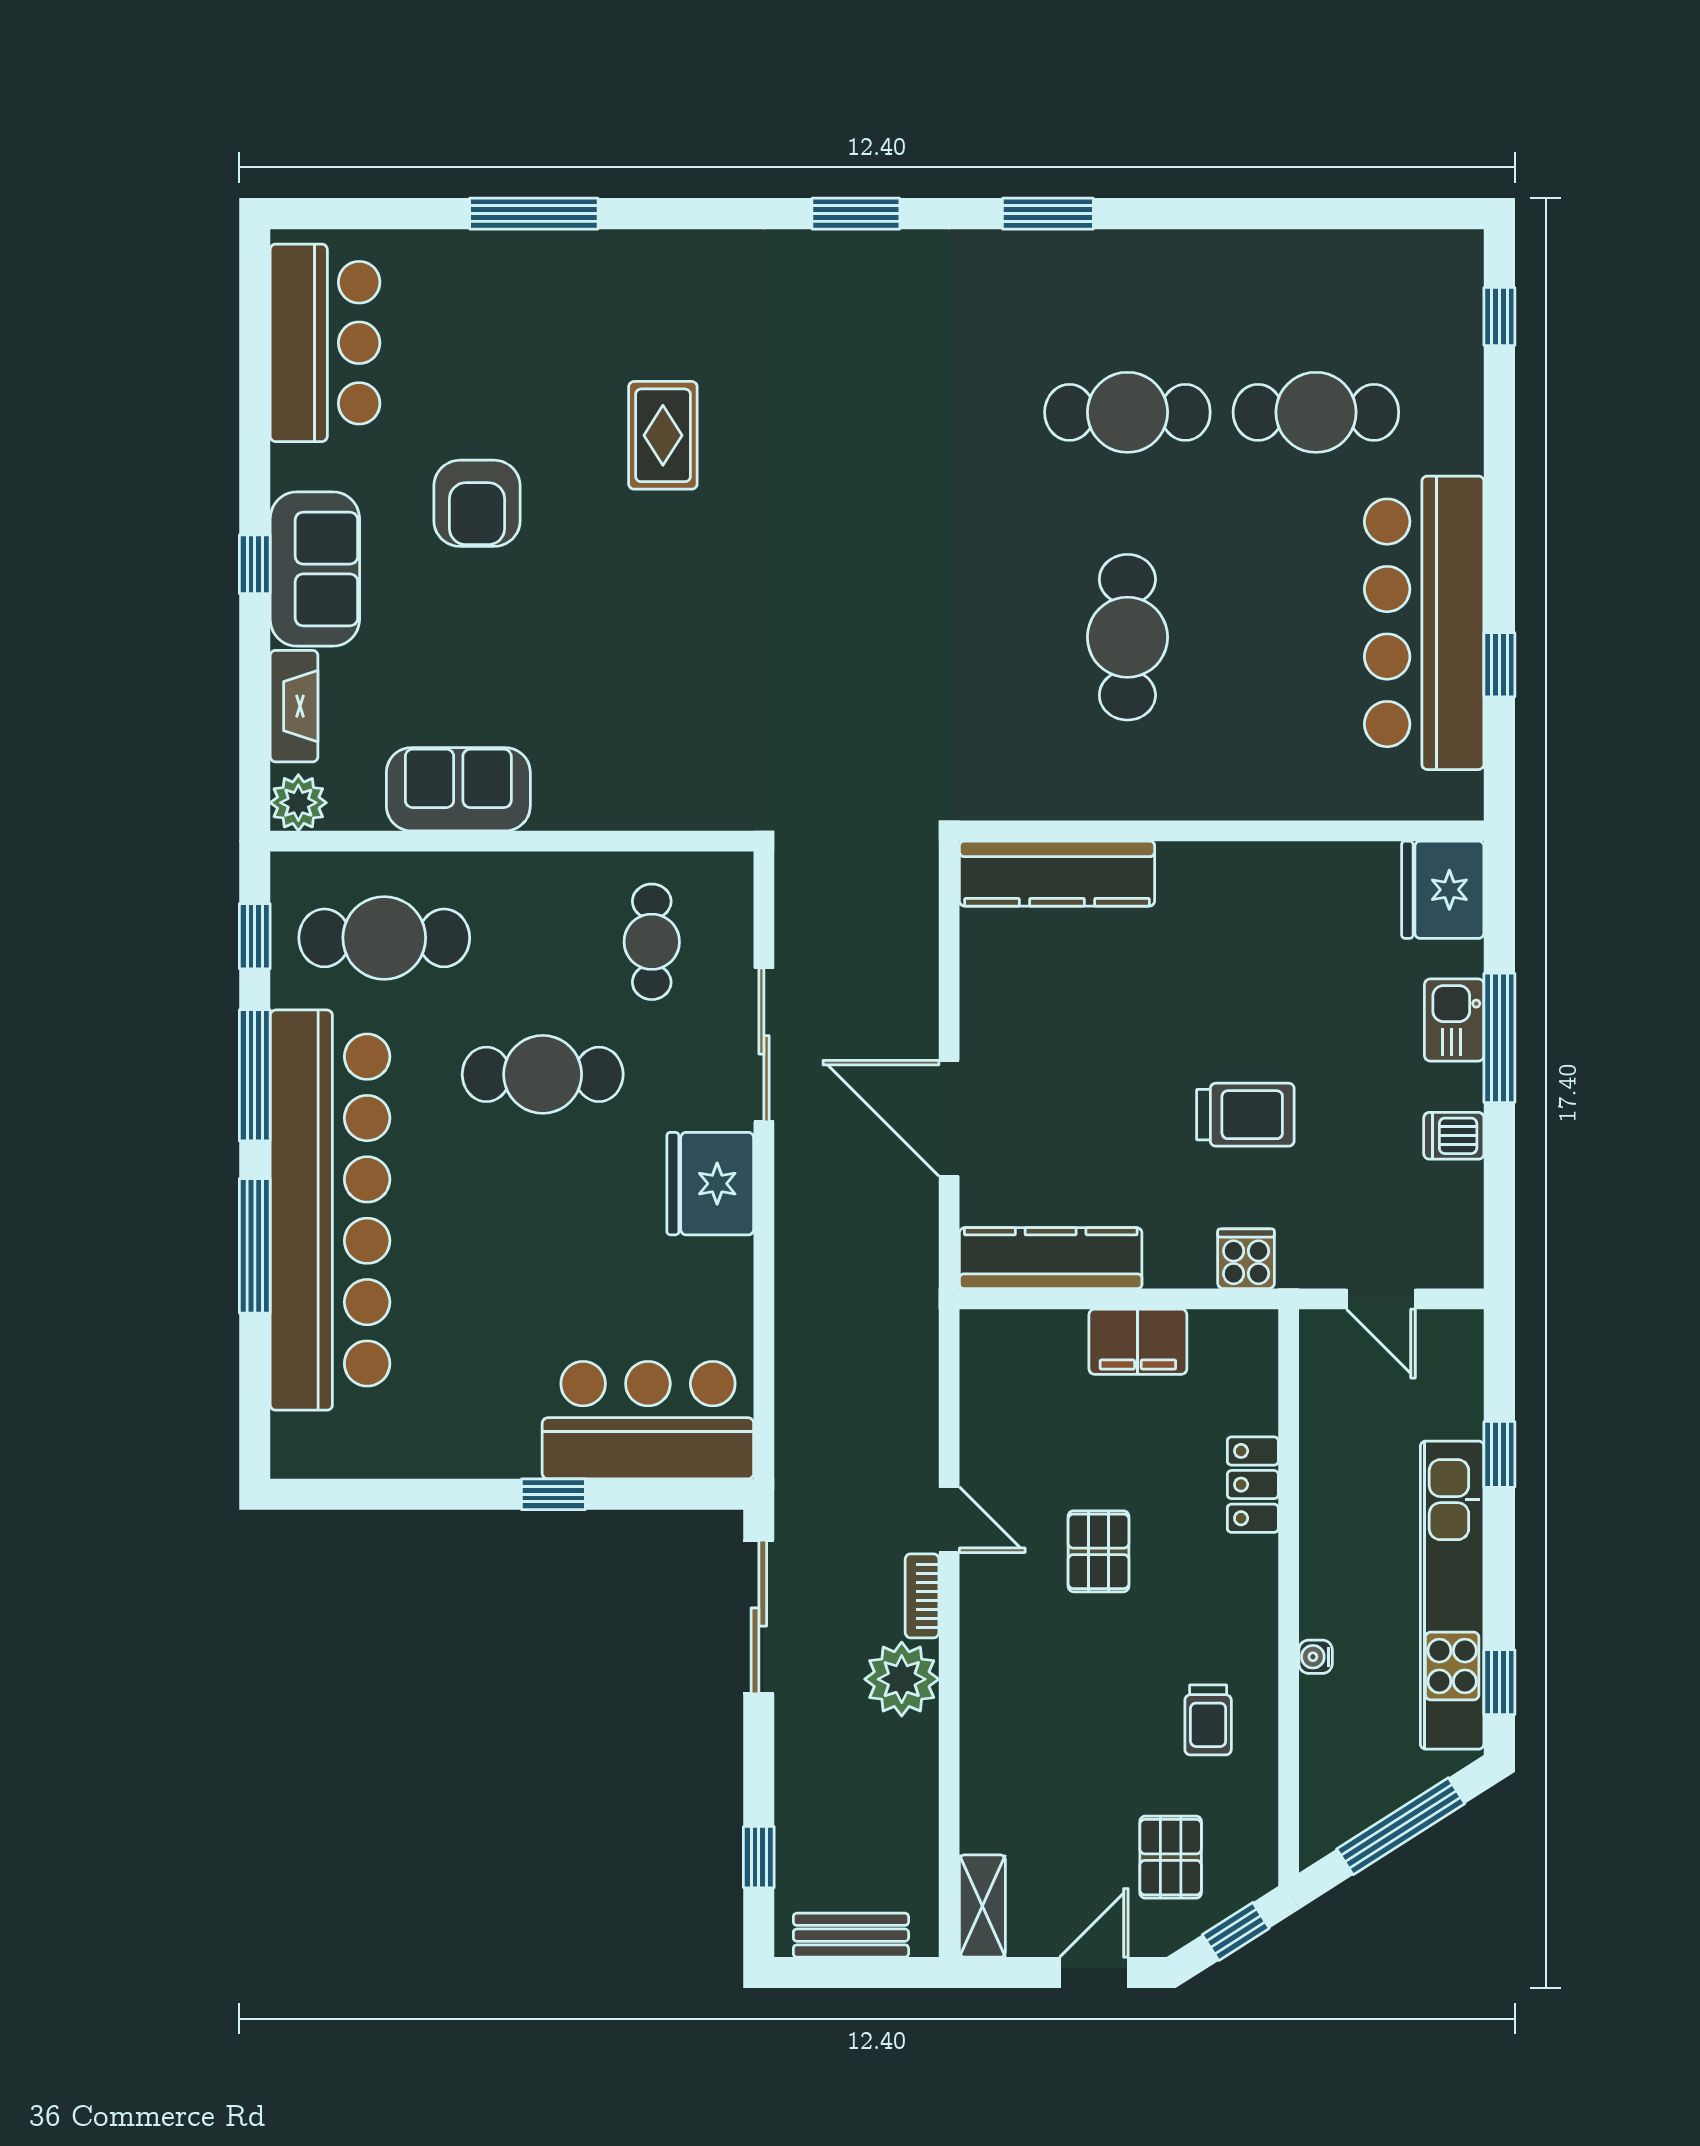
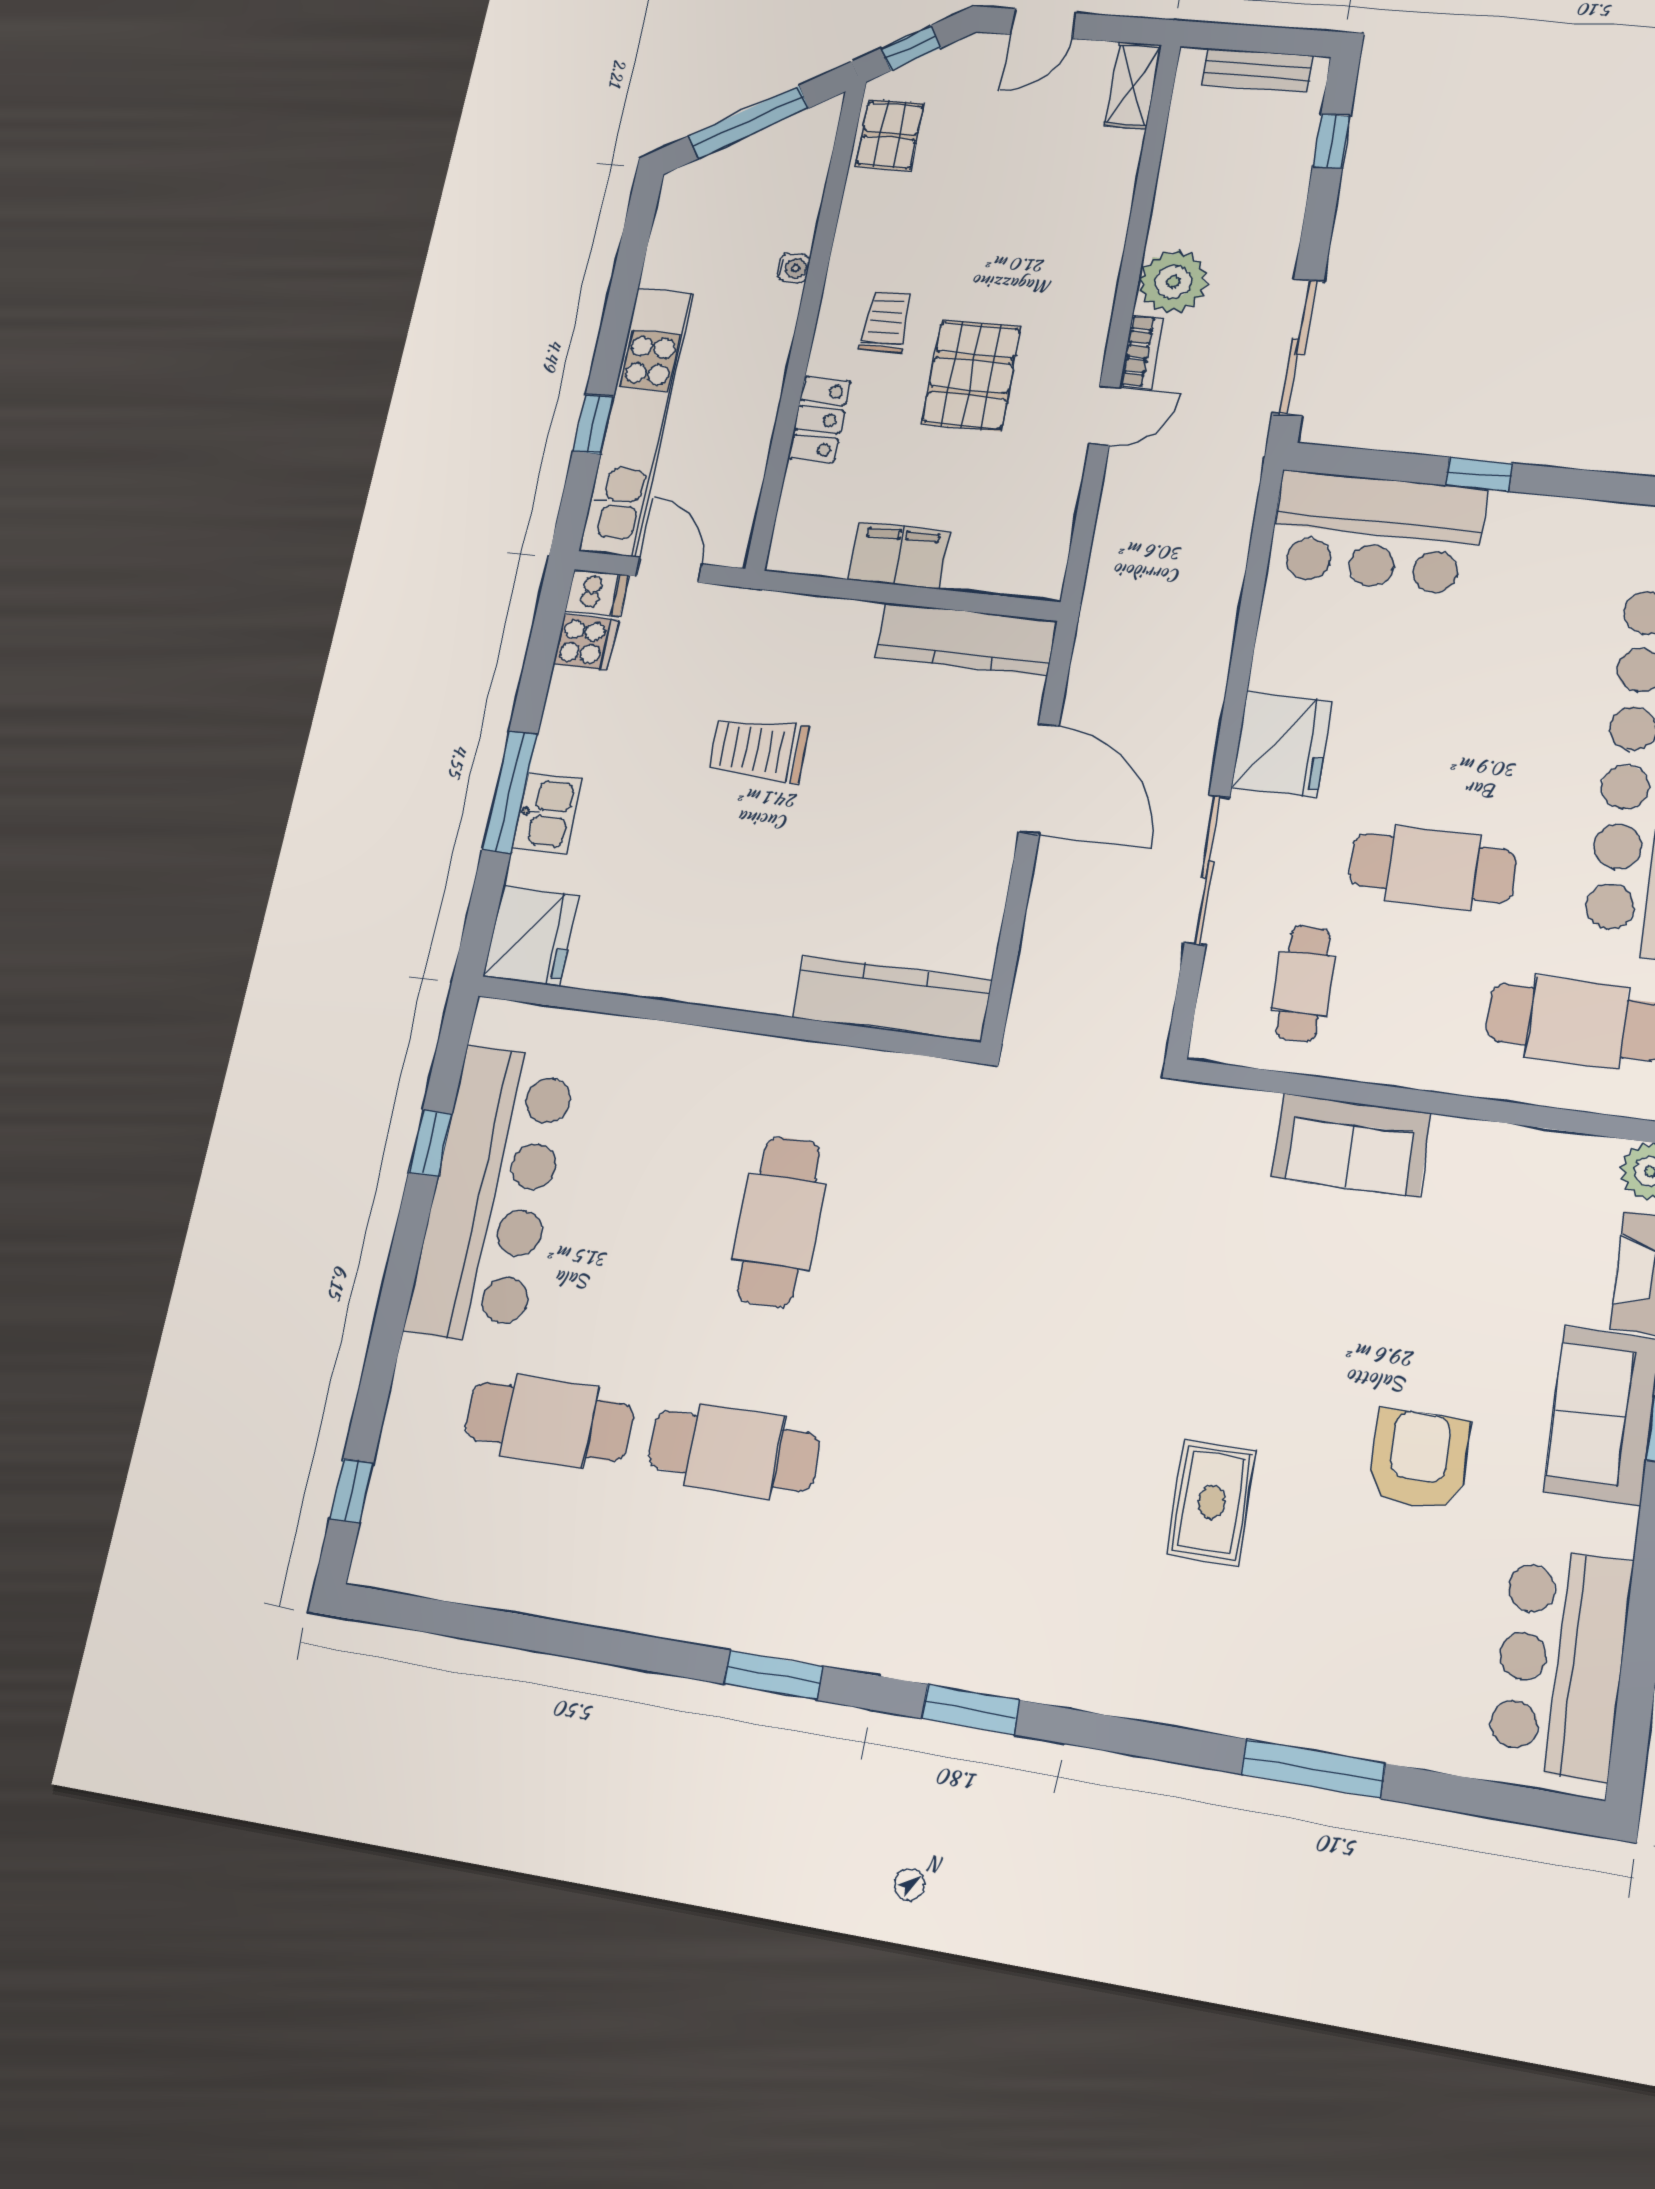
sofa: (458, 789) -> (1351, 1145), moved
dishwasher: (1454, 1136) -> (597, 593), moved
cooker: (1246, 1259) -> (586, 642), moved, turned -90
door: (949, 1520) -> (1104, 416), swing flipped
pallet: (1098, 1551) -> (971, 375), width x1.50, depth x1.42
kitchen unit: (1452, 1595) -> (637, 421), moved
window: (1499, 1682) -> (637, 233), removed
trolley: (1208, 1720) -> (886, 322), moved
pallet: (1171, 1857) -> (890, 135), moved

